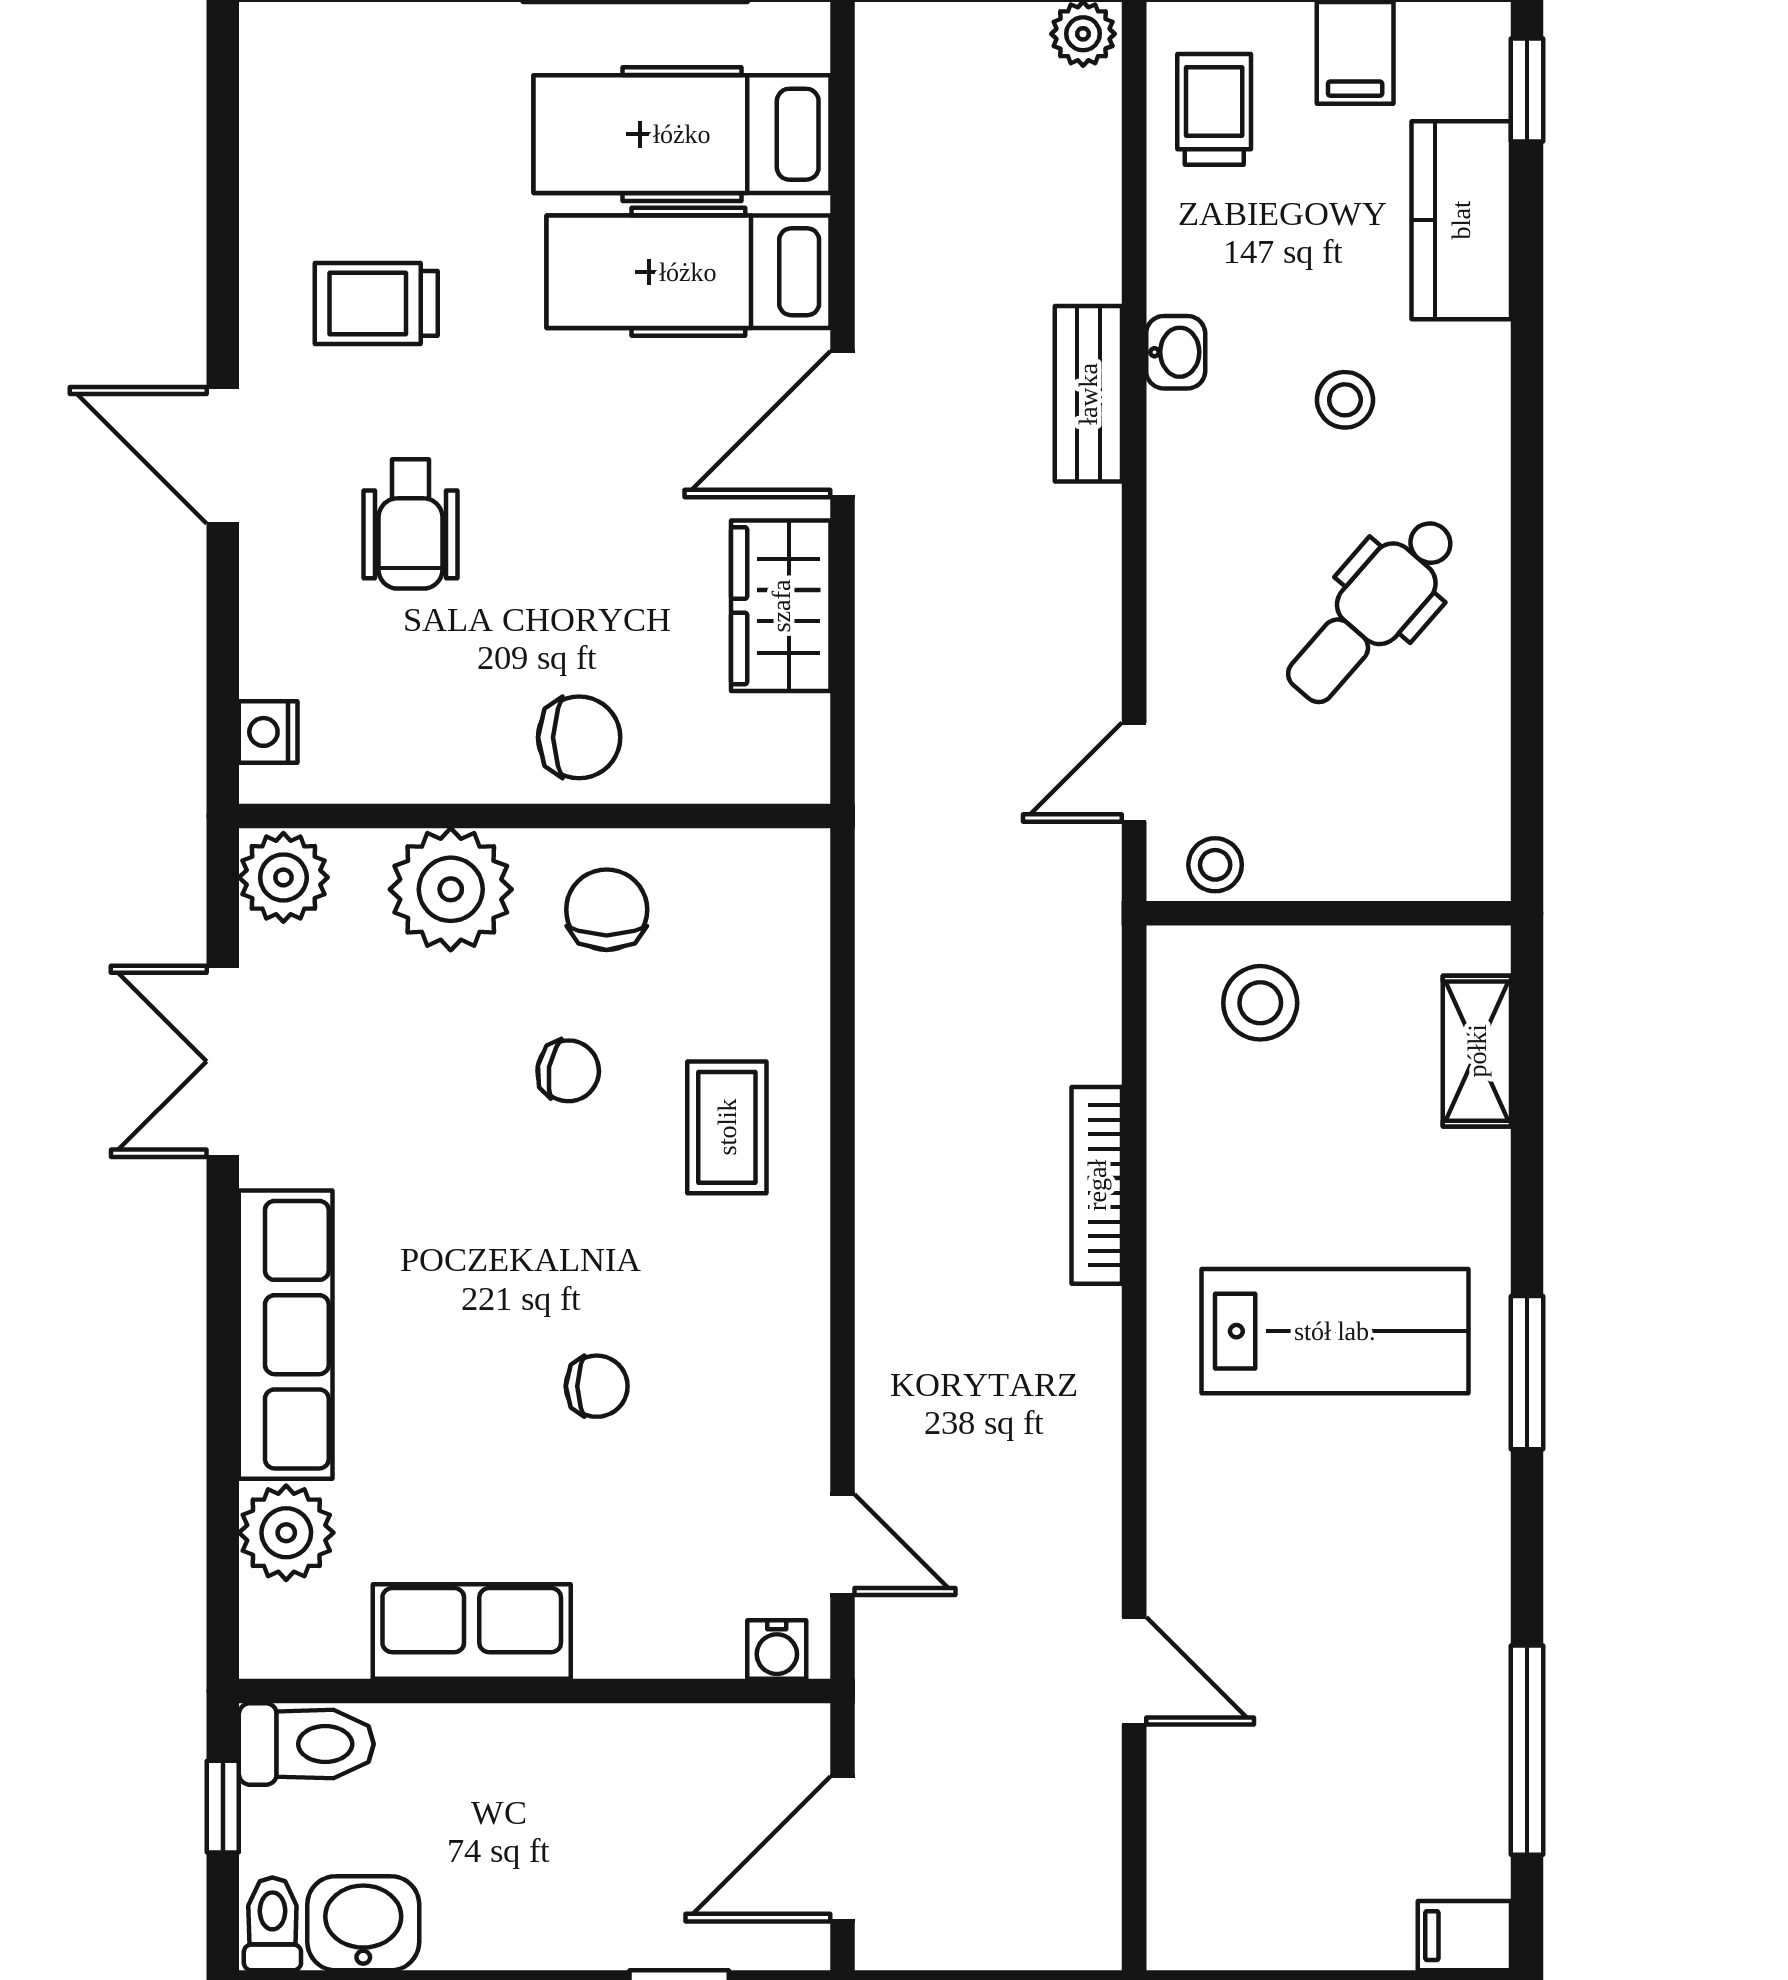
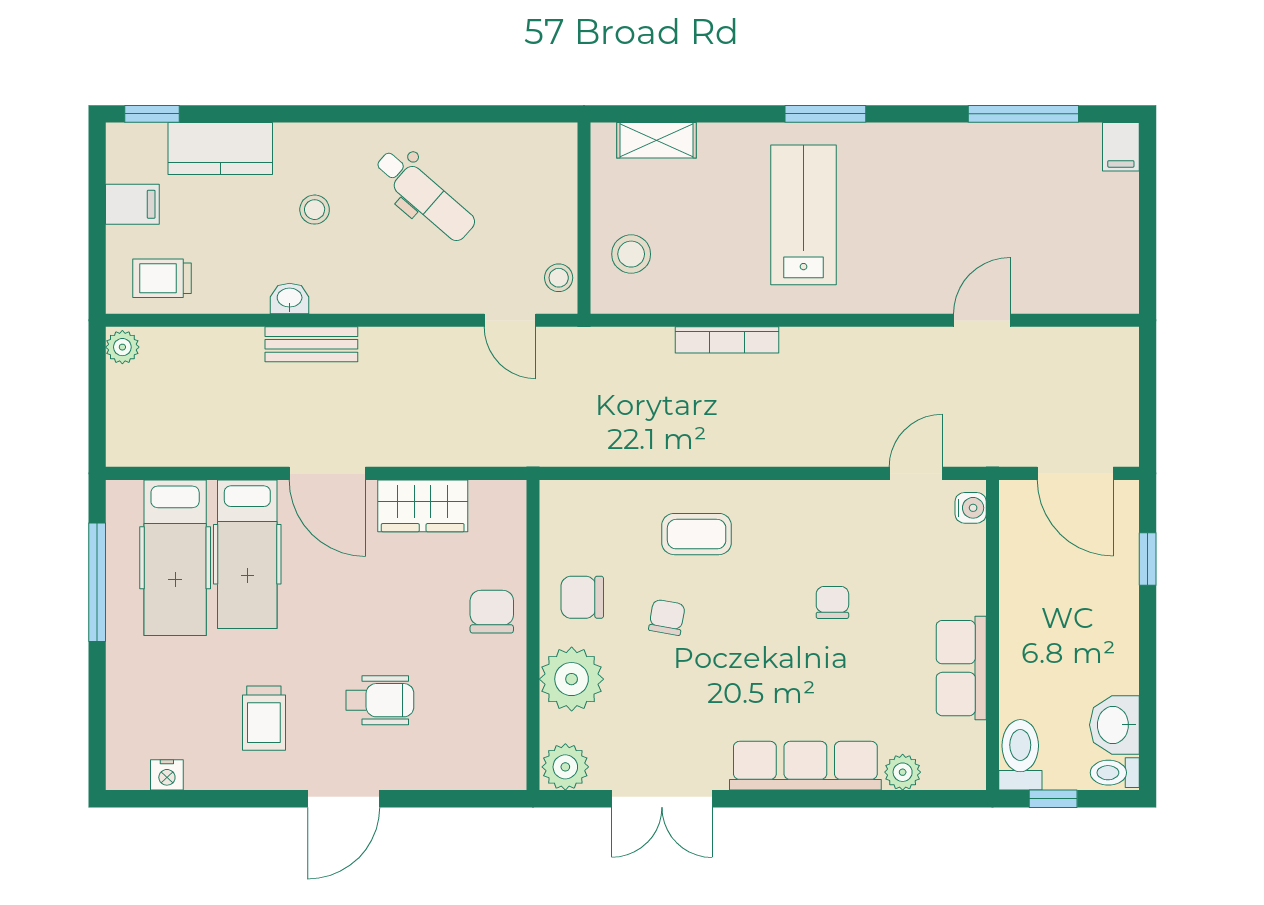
nightstand: (268, 732) -> (167, 775), moved
plant: (286, 1533) -> (903, 772), width x0.73, depth x0.73

